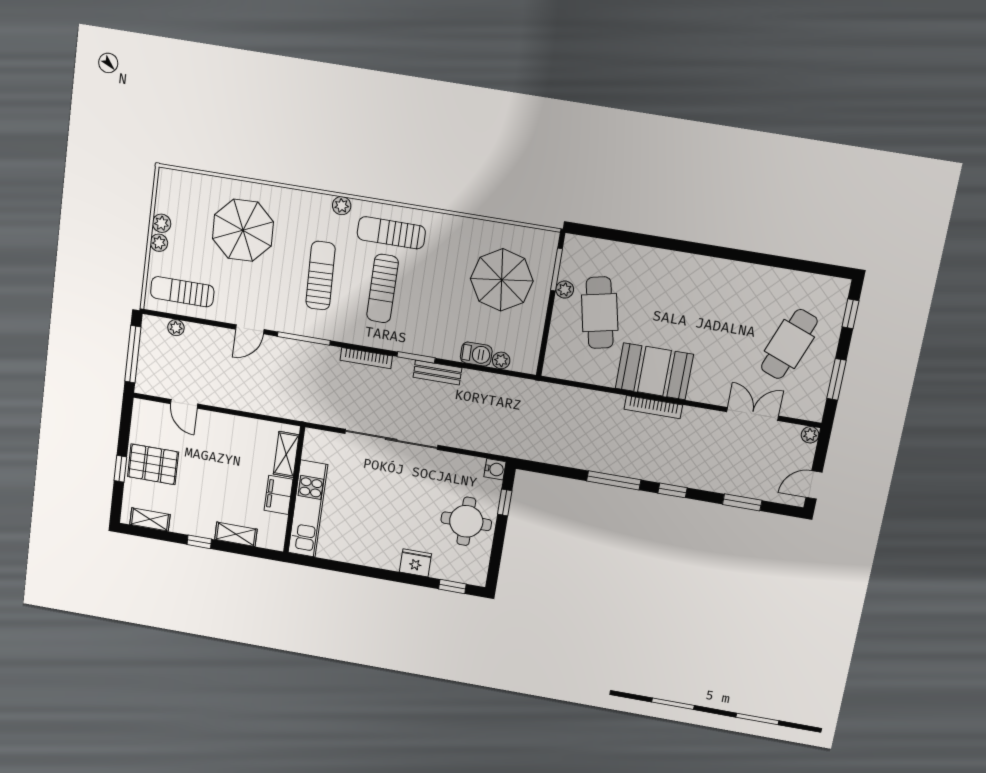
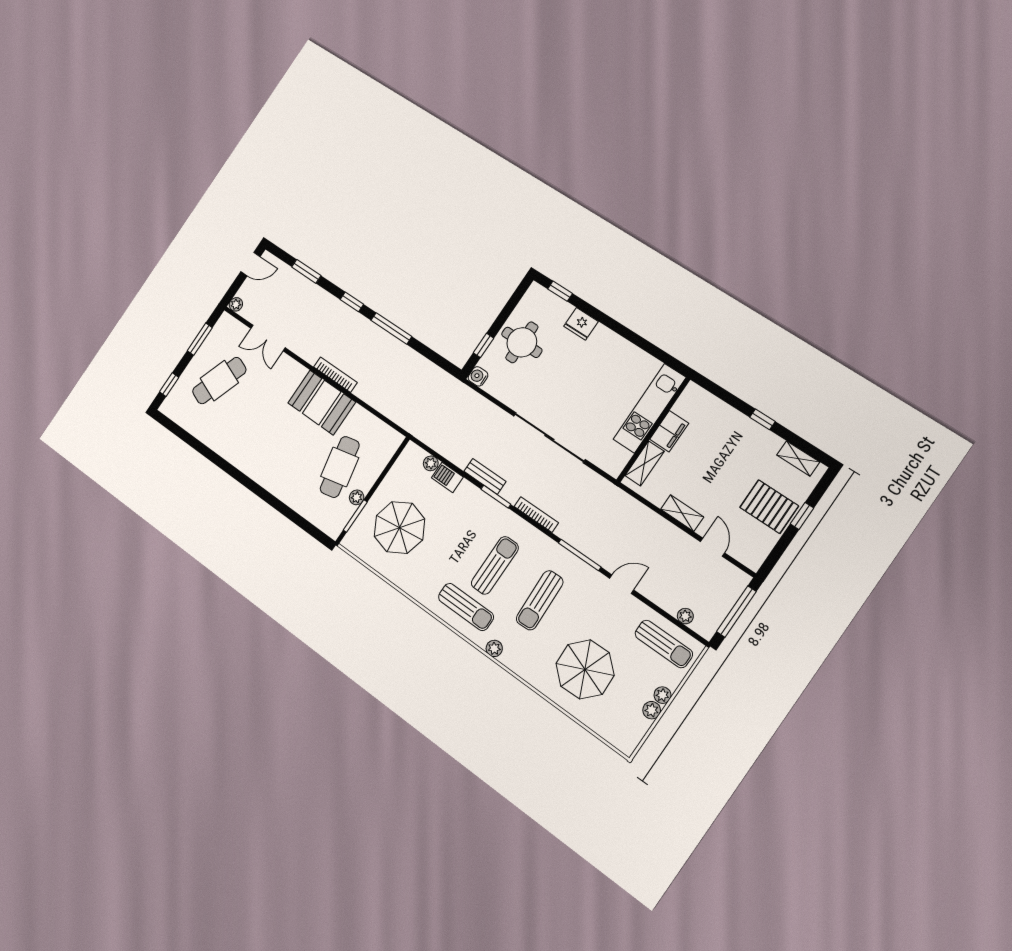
shelving: (236, 534) -> (682, 513), moved

